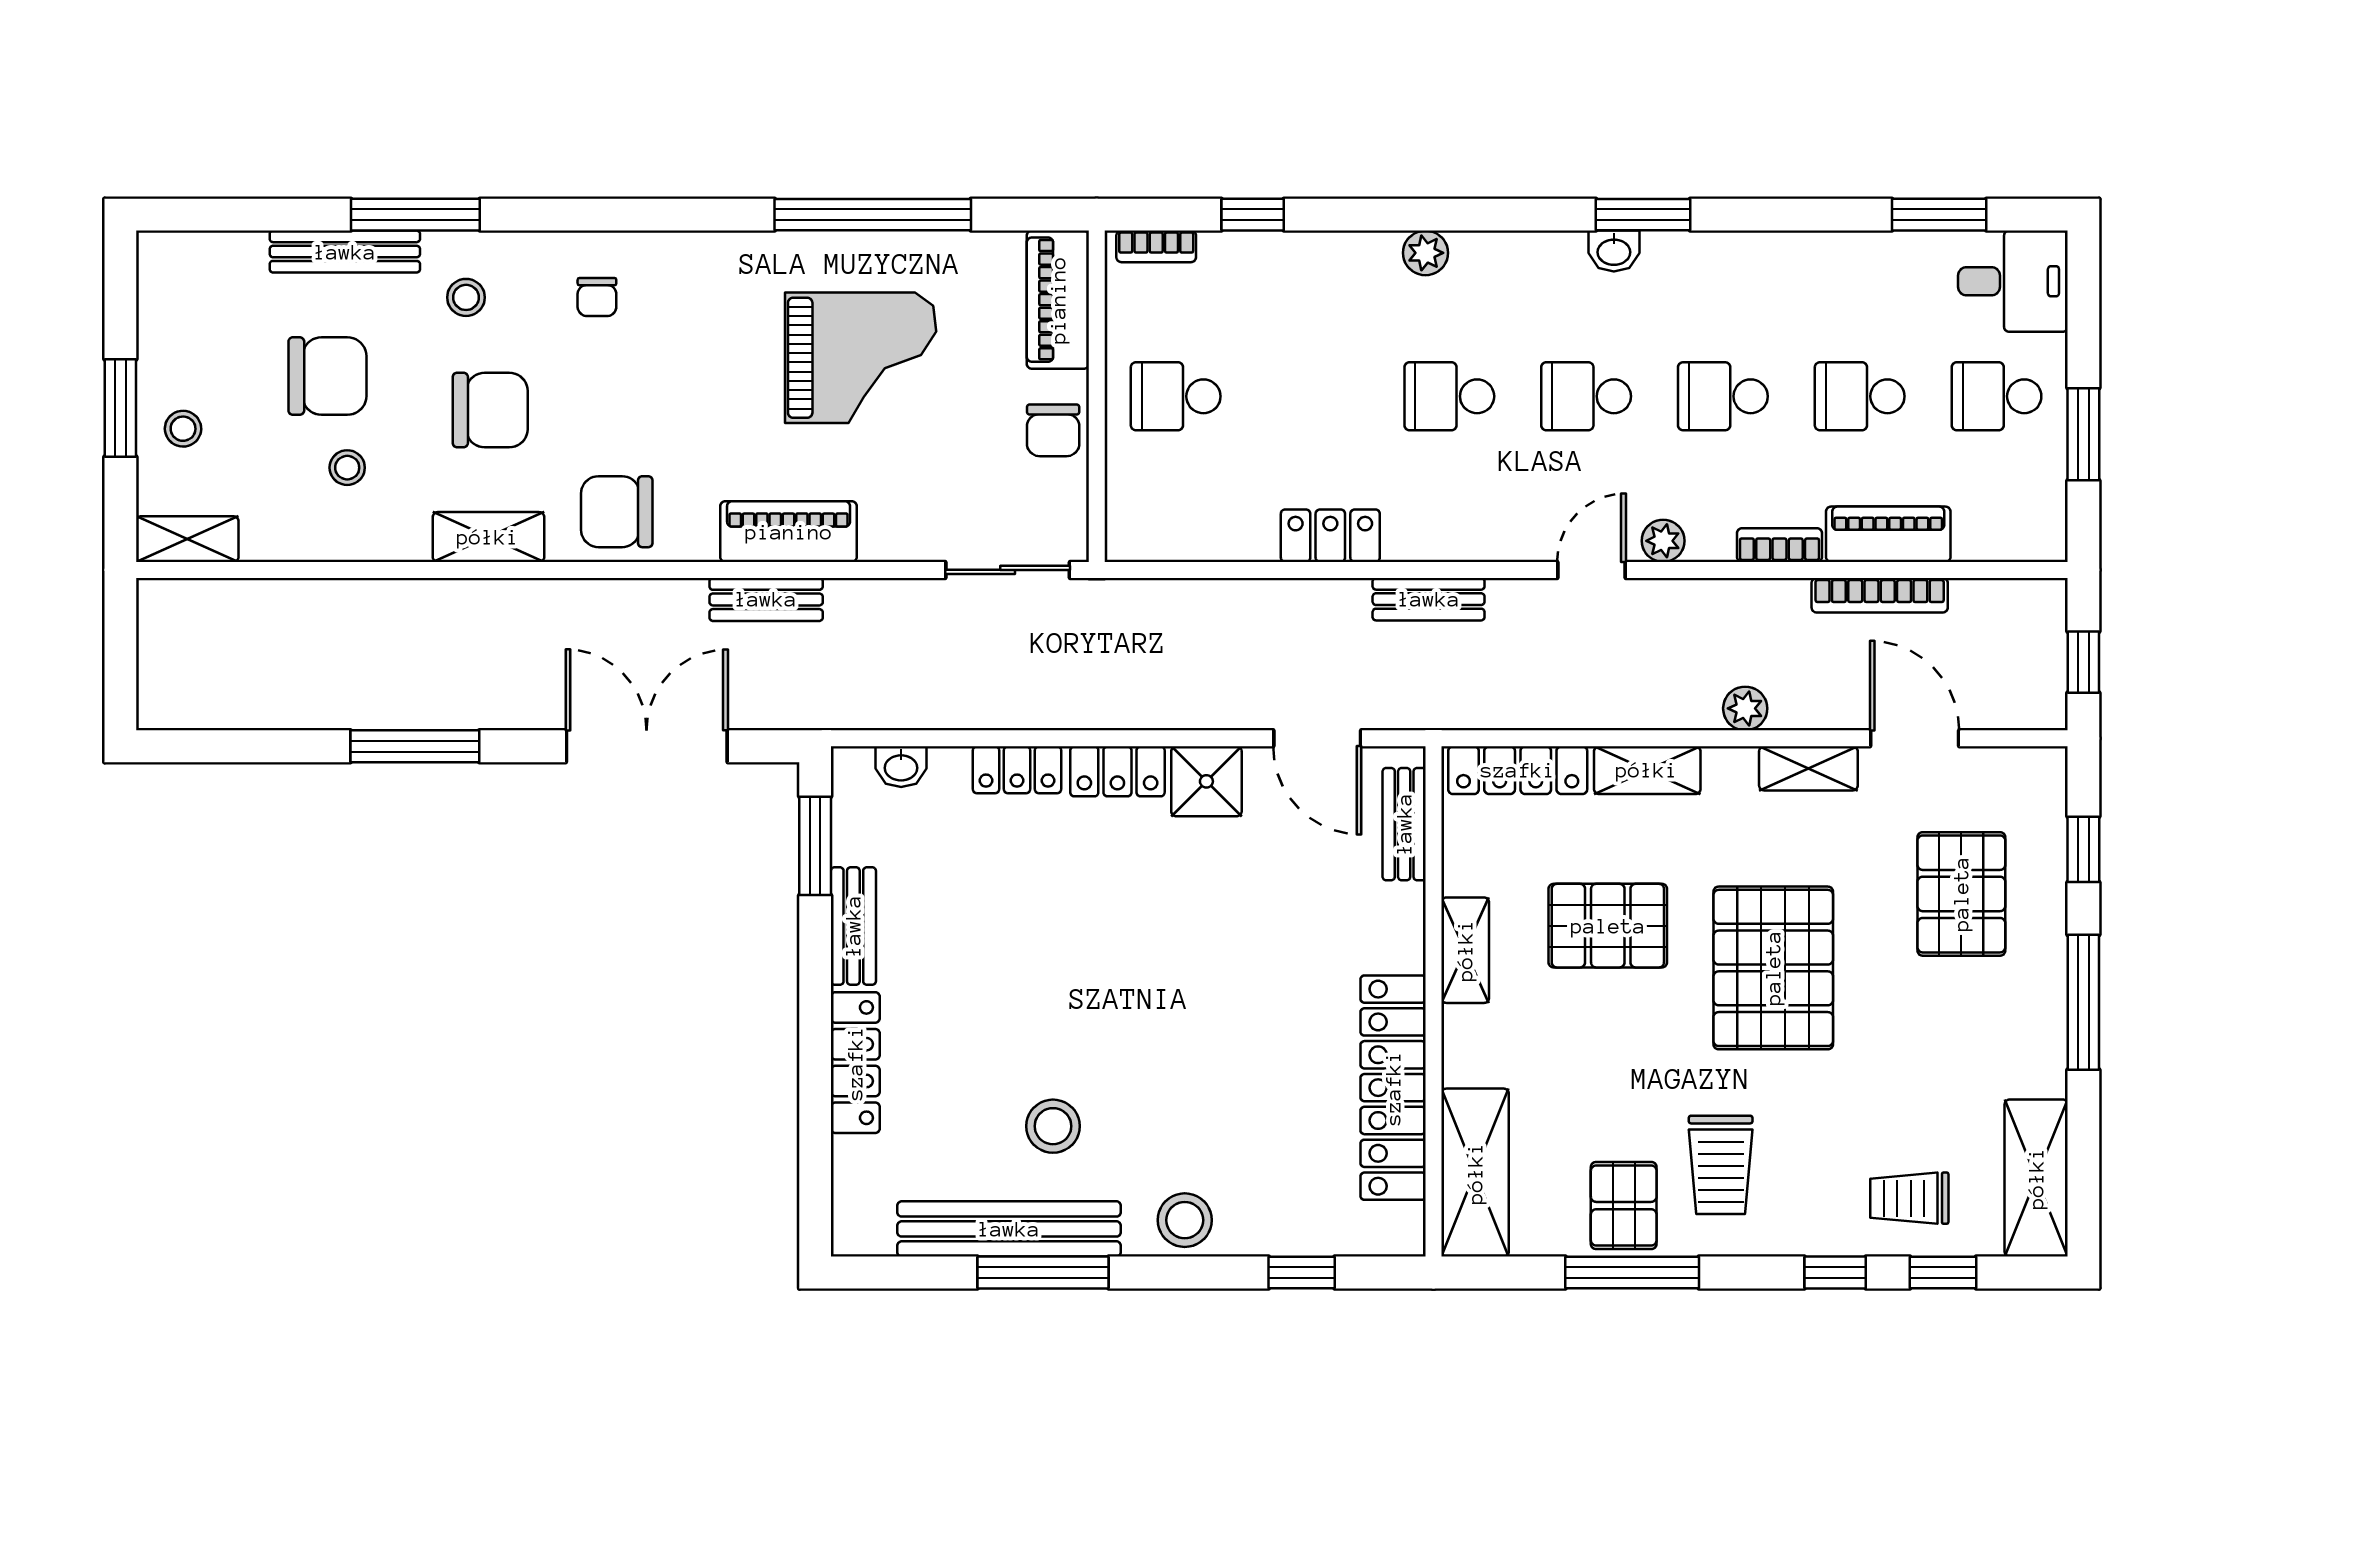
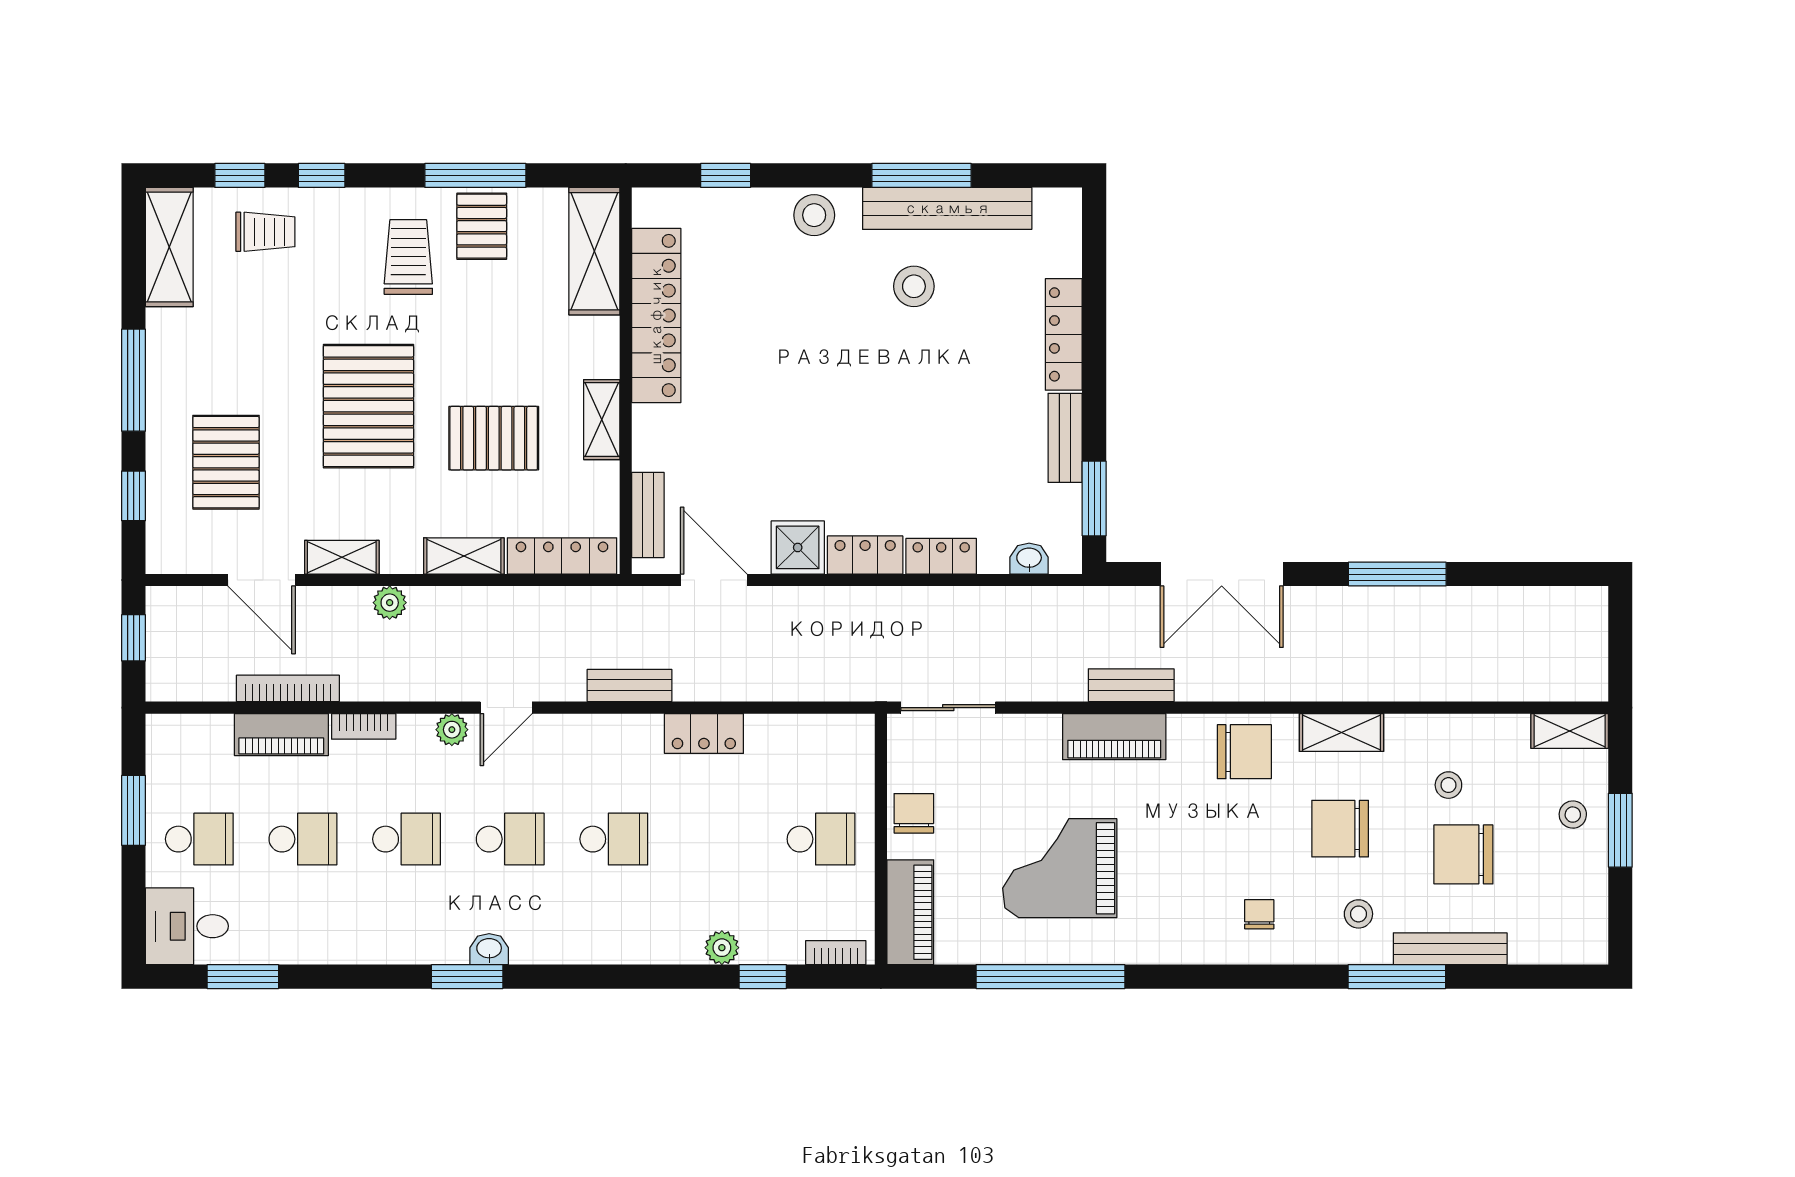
plant: (1425, 253) -> (722, 948), moved

